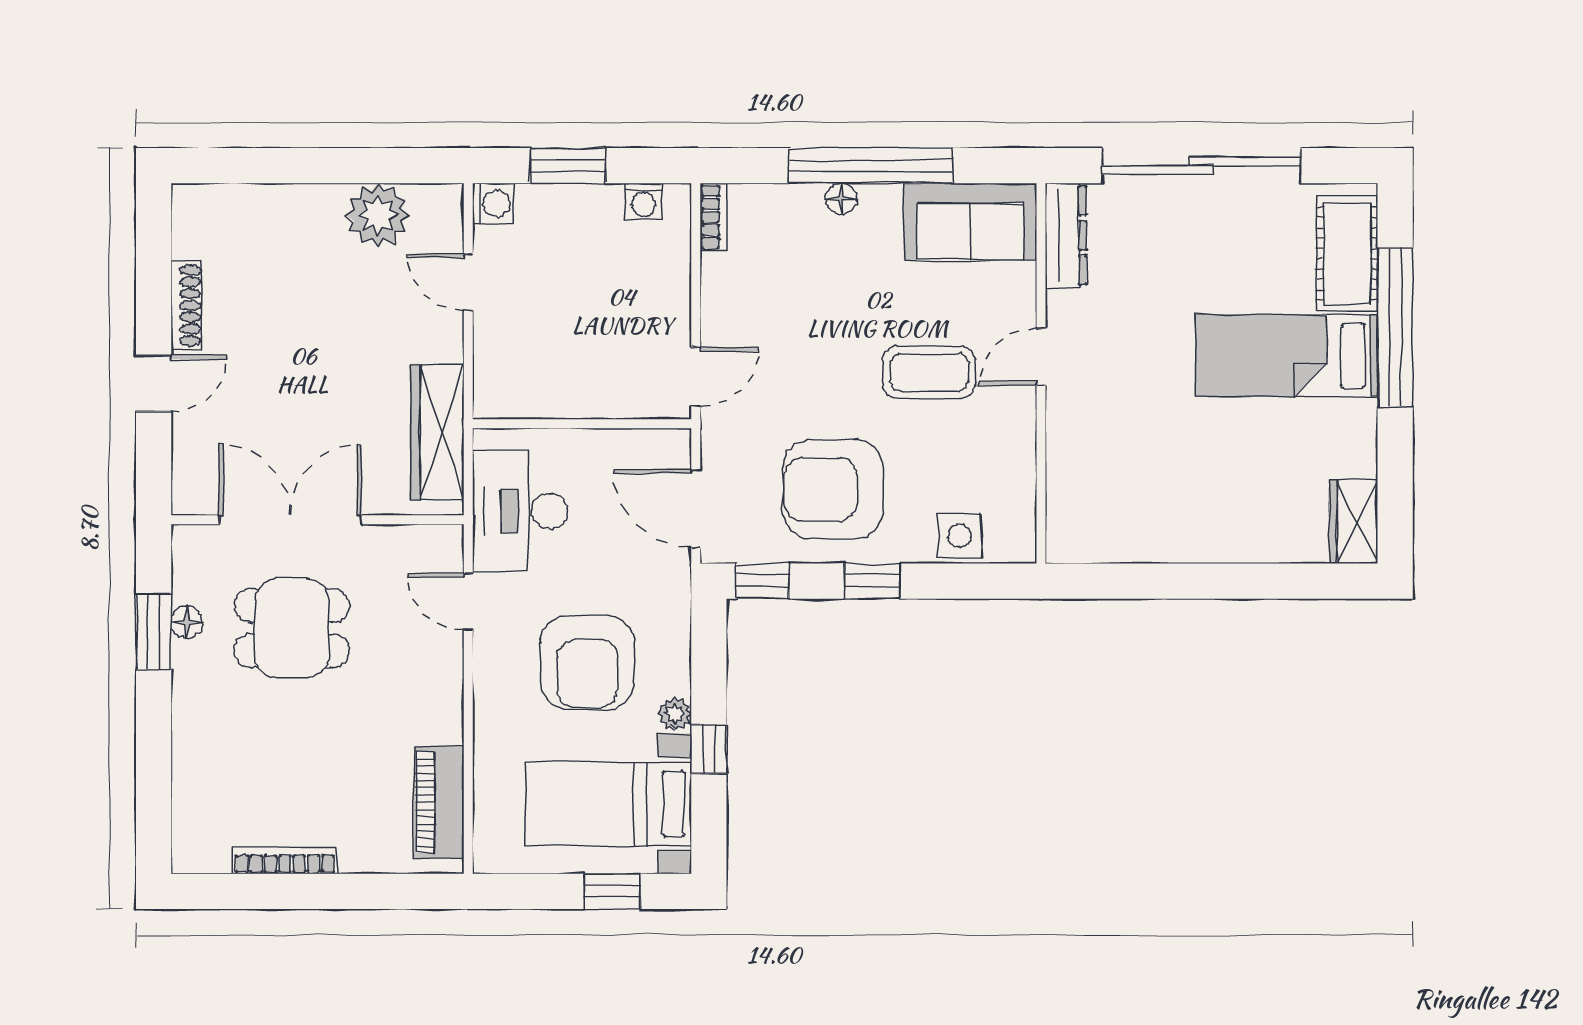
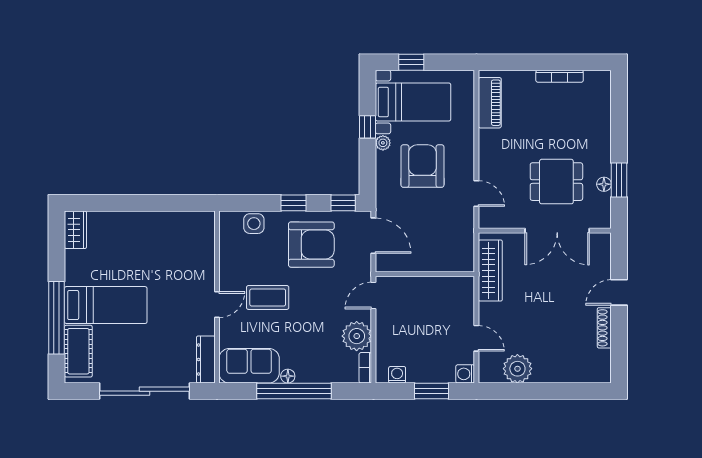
floor lamp: (841, 199) -> (288, 376), moved
plant: (733, 287) -> (357, 336), added
desk: (520, 511) -> (453, 235), removed

